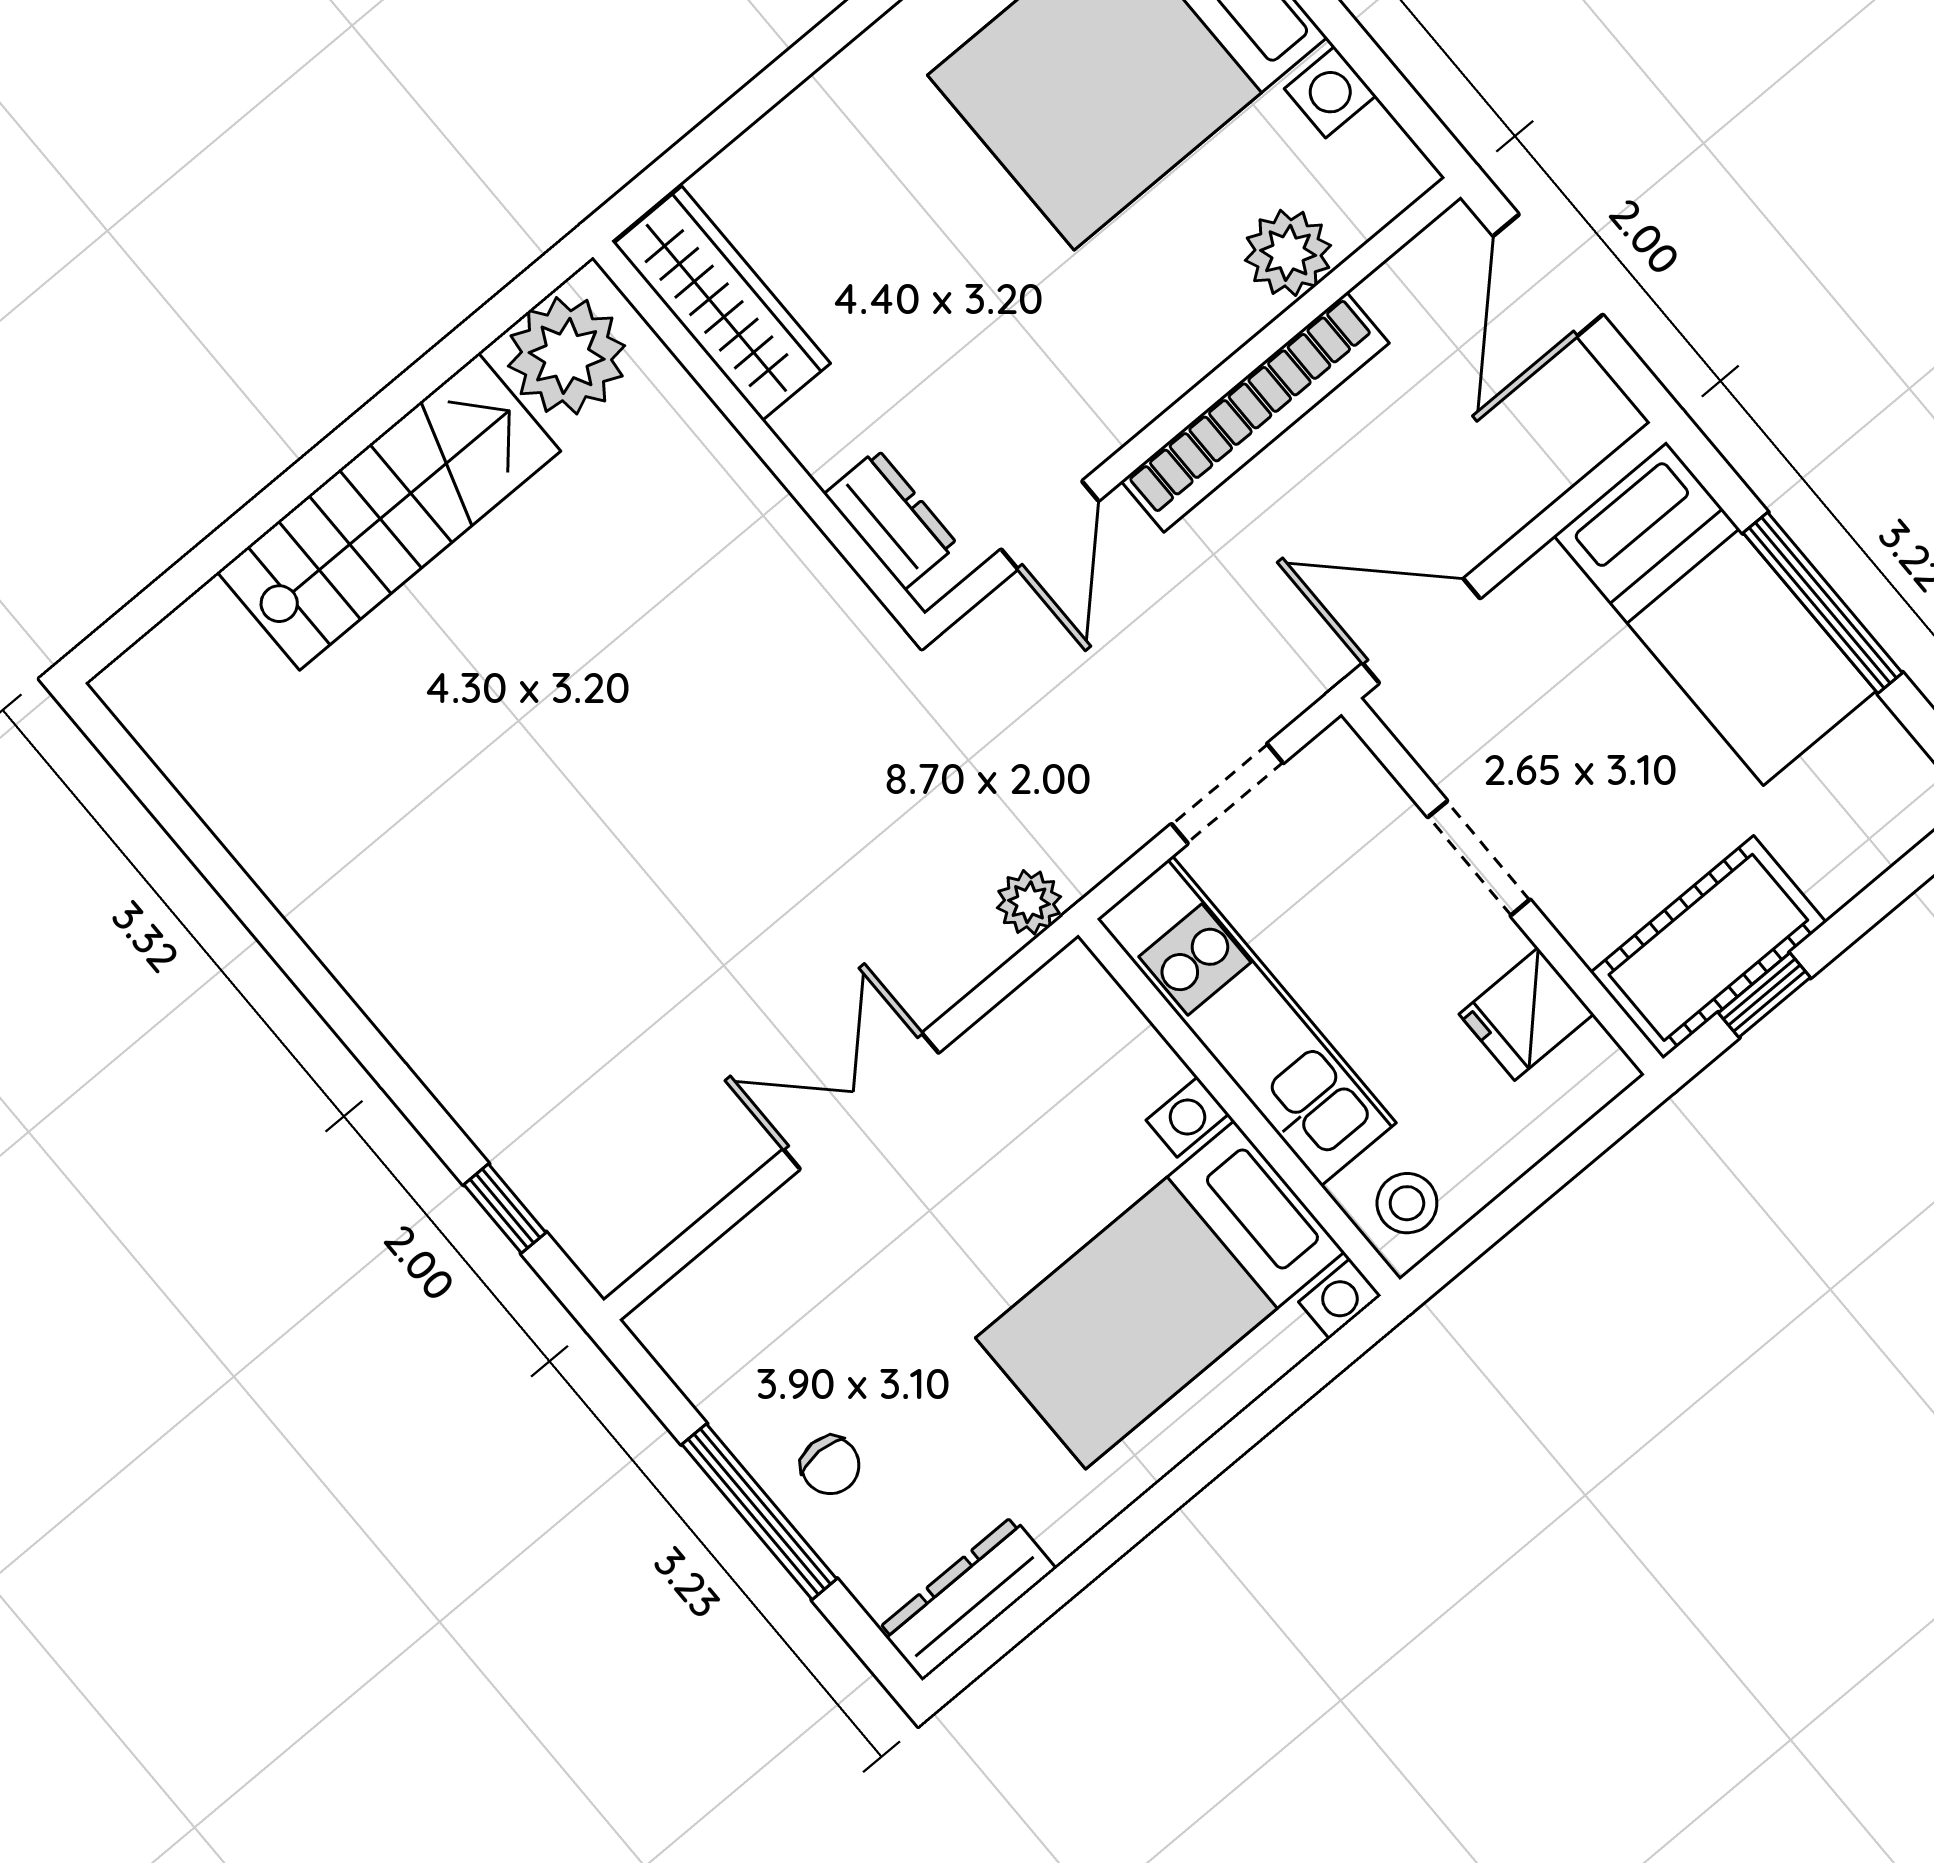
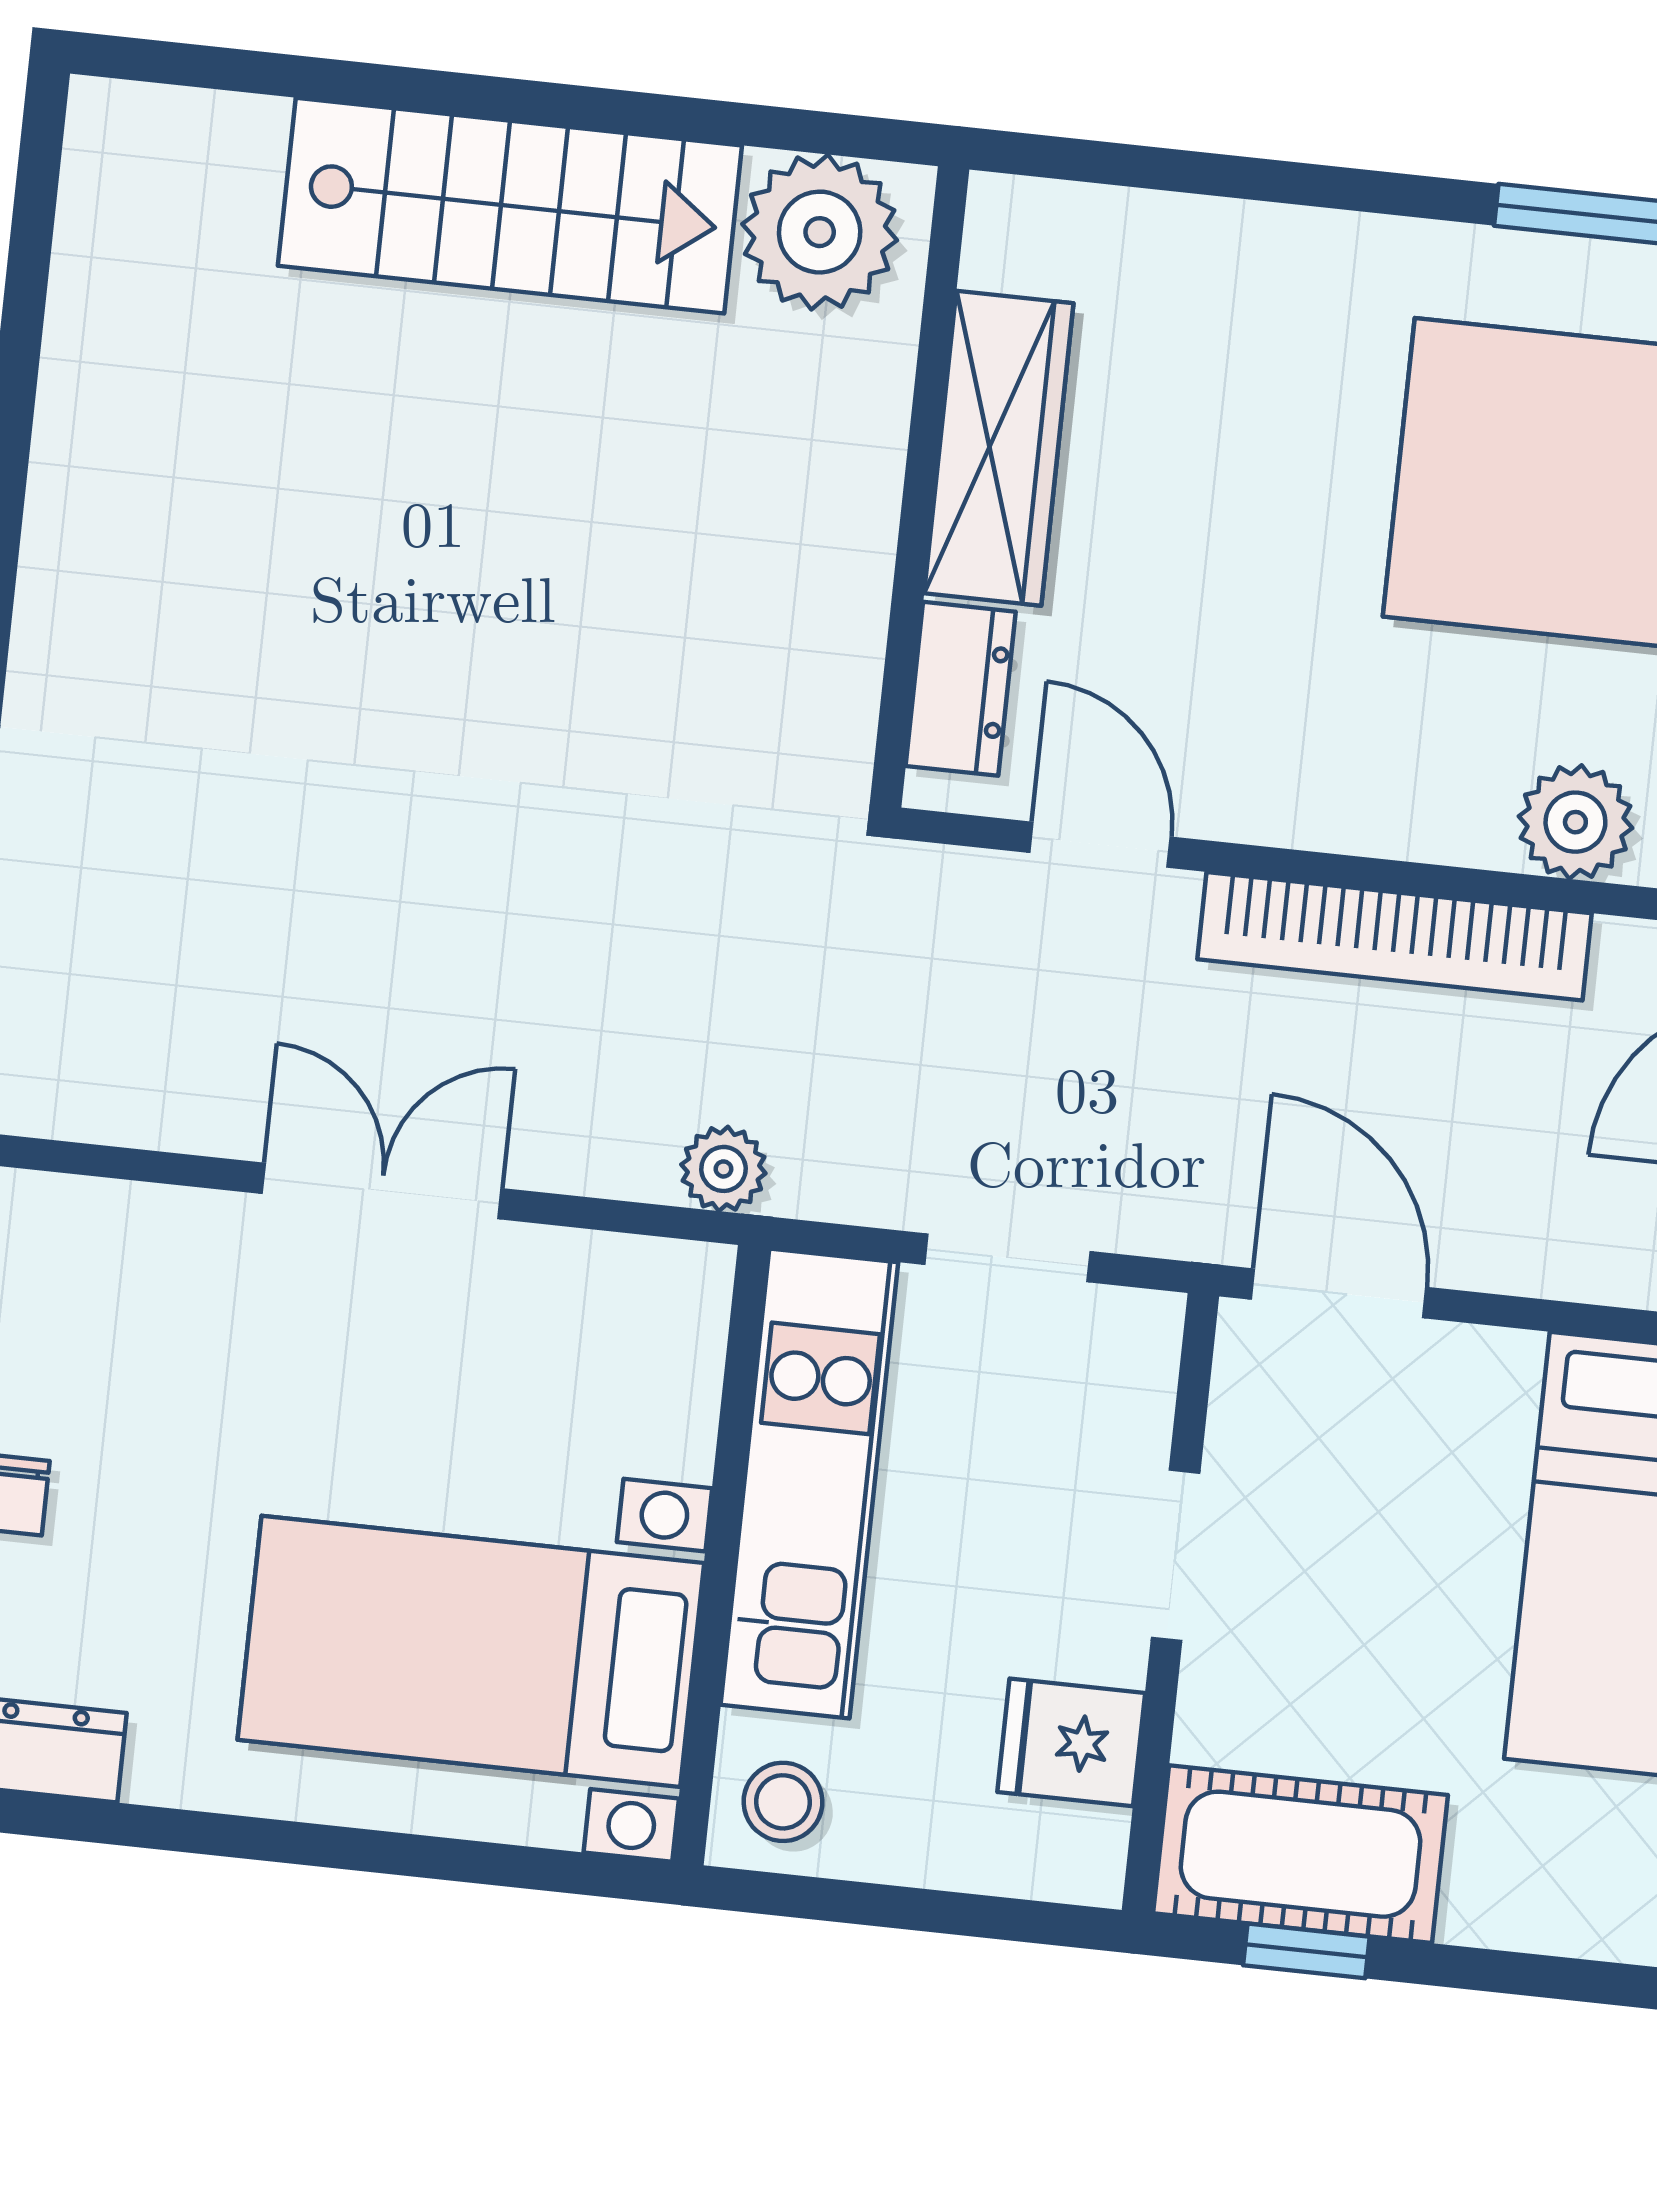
wardrobe: (722, 303) -> (999, 448), moved
door: (1050, 525) -> (1100, 845), swing flipped

